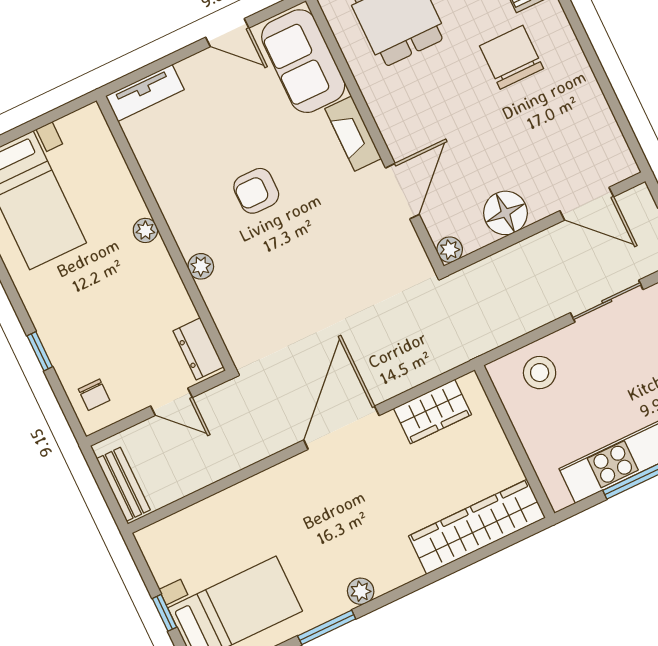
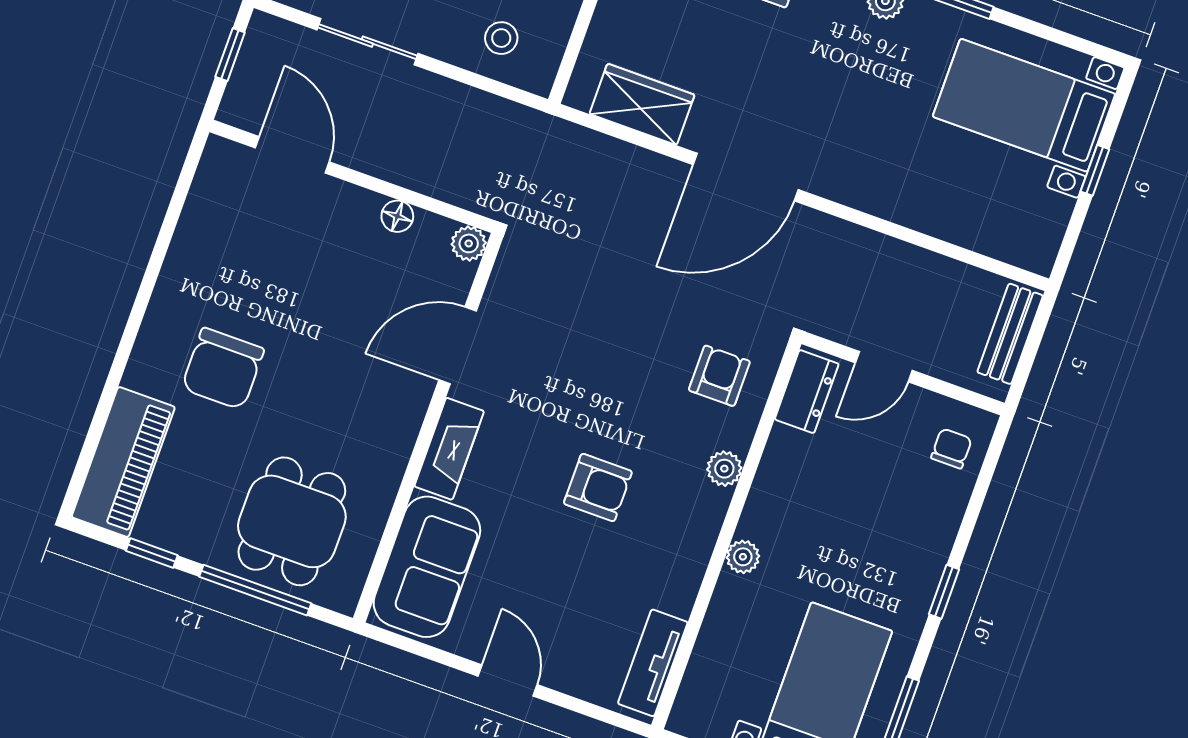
door: (227, 33) -> (508, 680), moved
tv unit: (145, 93) -> (653, 663), moved, turned -90
floor lamp: (505, 213) -> (397, 216), width x0.53, depth x0.53
armchair: (252, 312) -> (719, 376), added
window: (40, 351) -> (944, 592), moved
stool: (540, 373) -> (501, 38), width x0.73, depth x0.73
door: (172, 402) -> (884, 367), swing flipped

